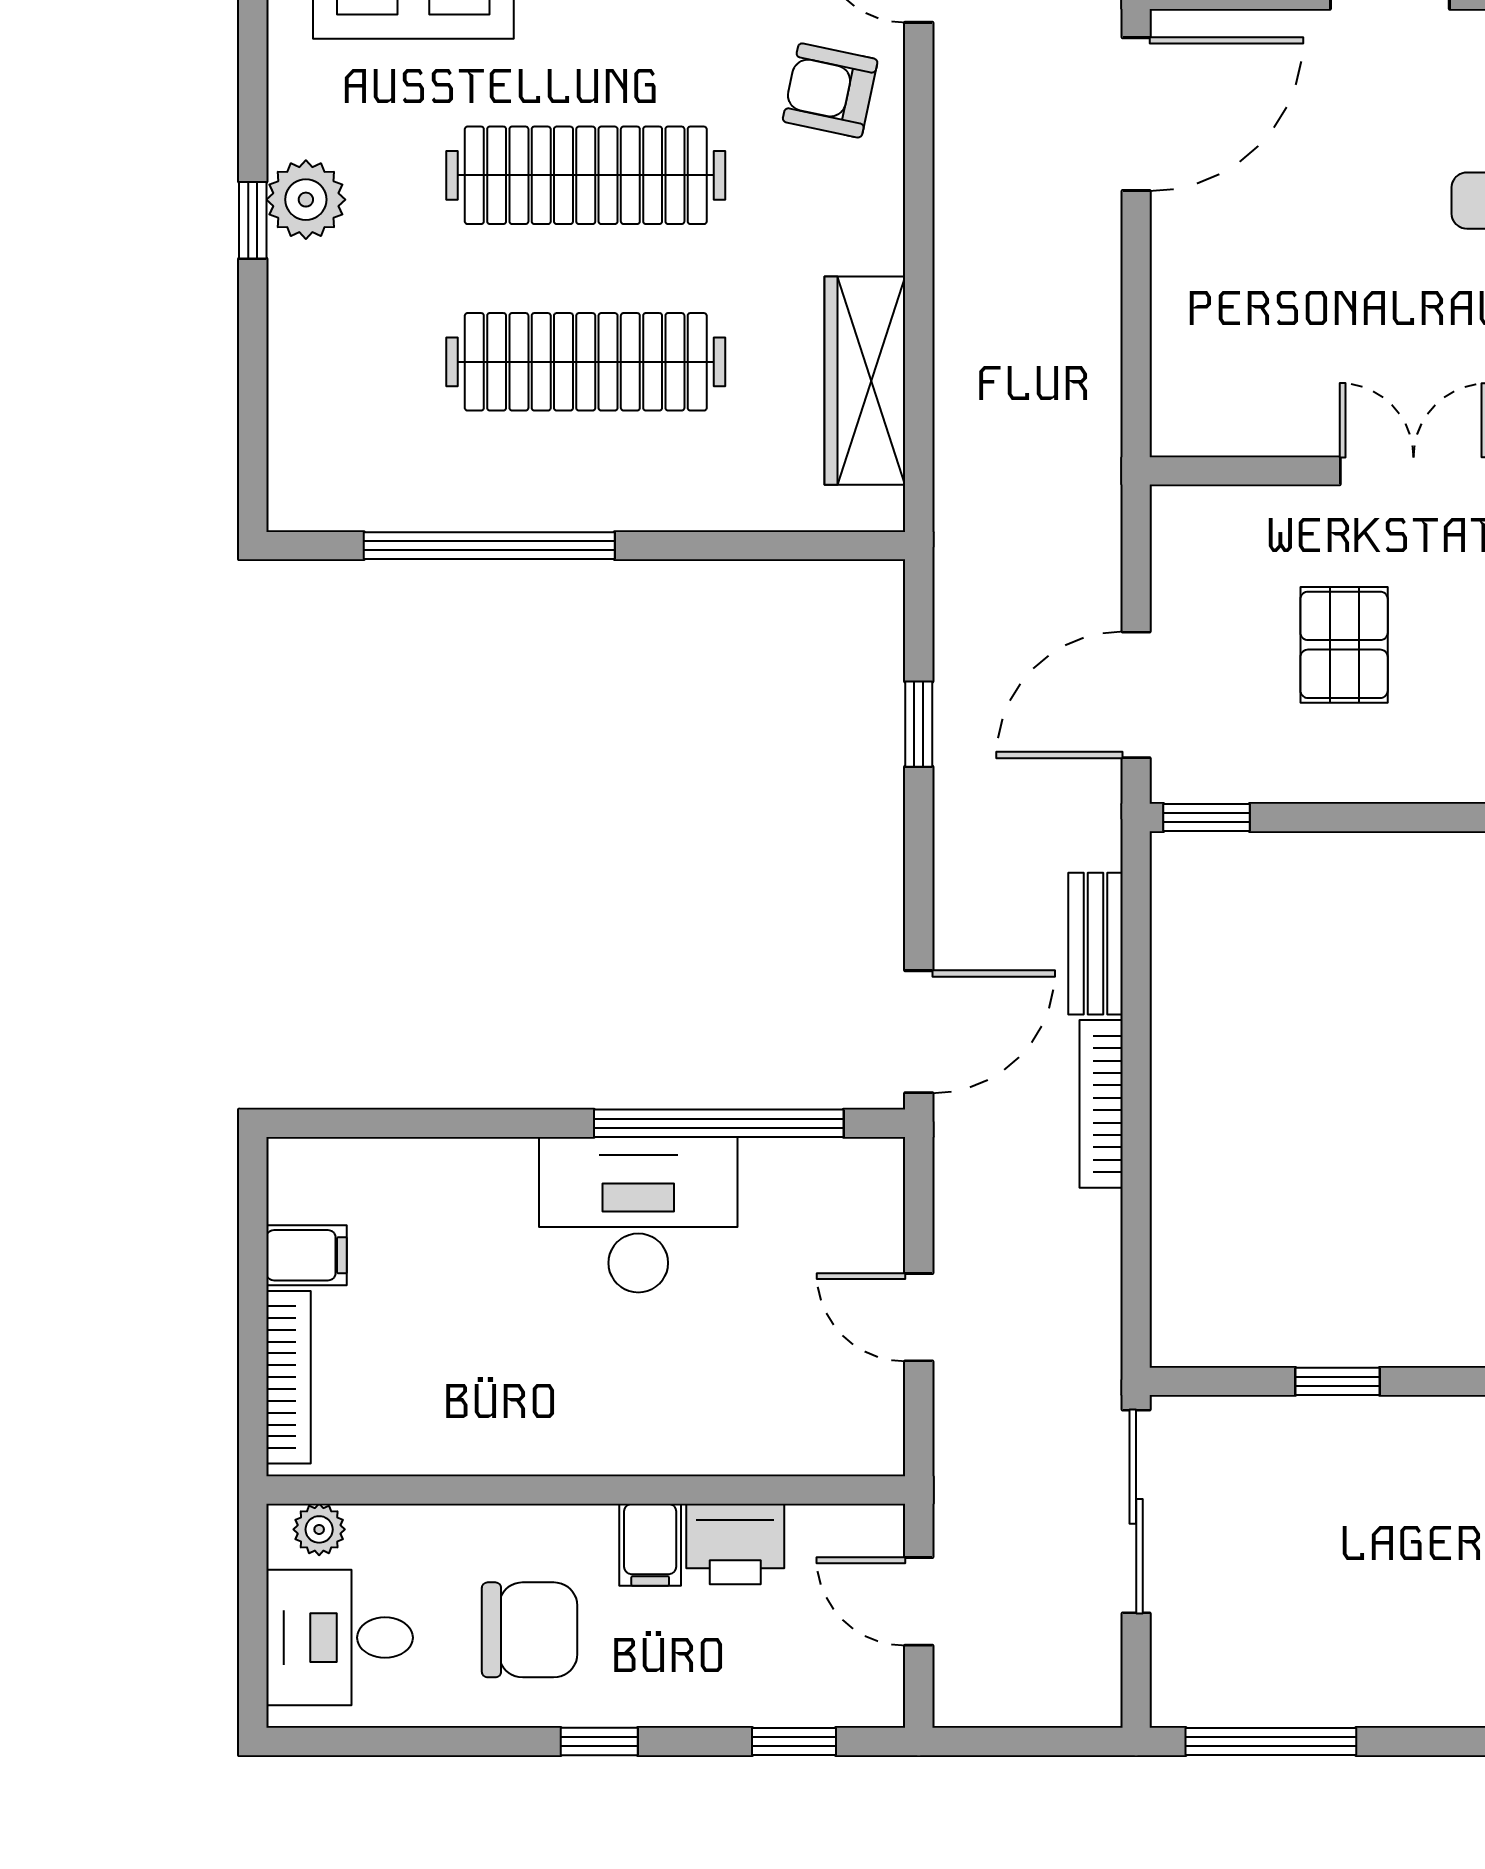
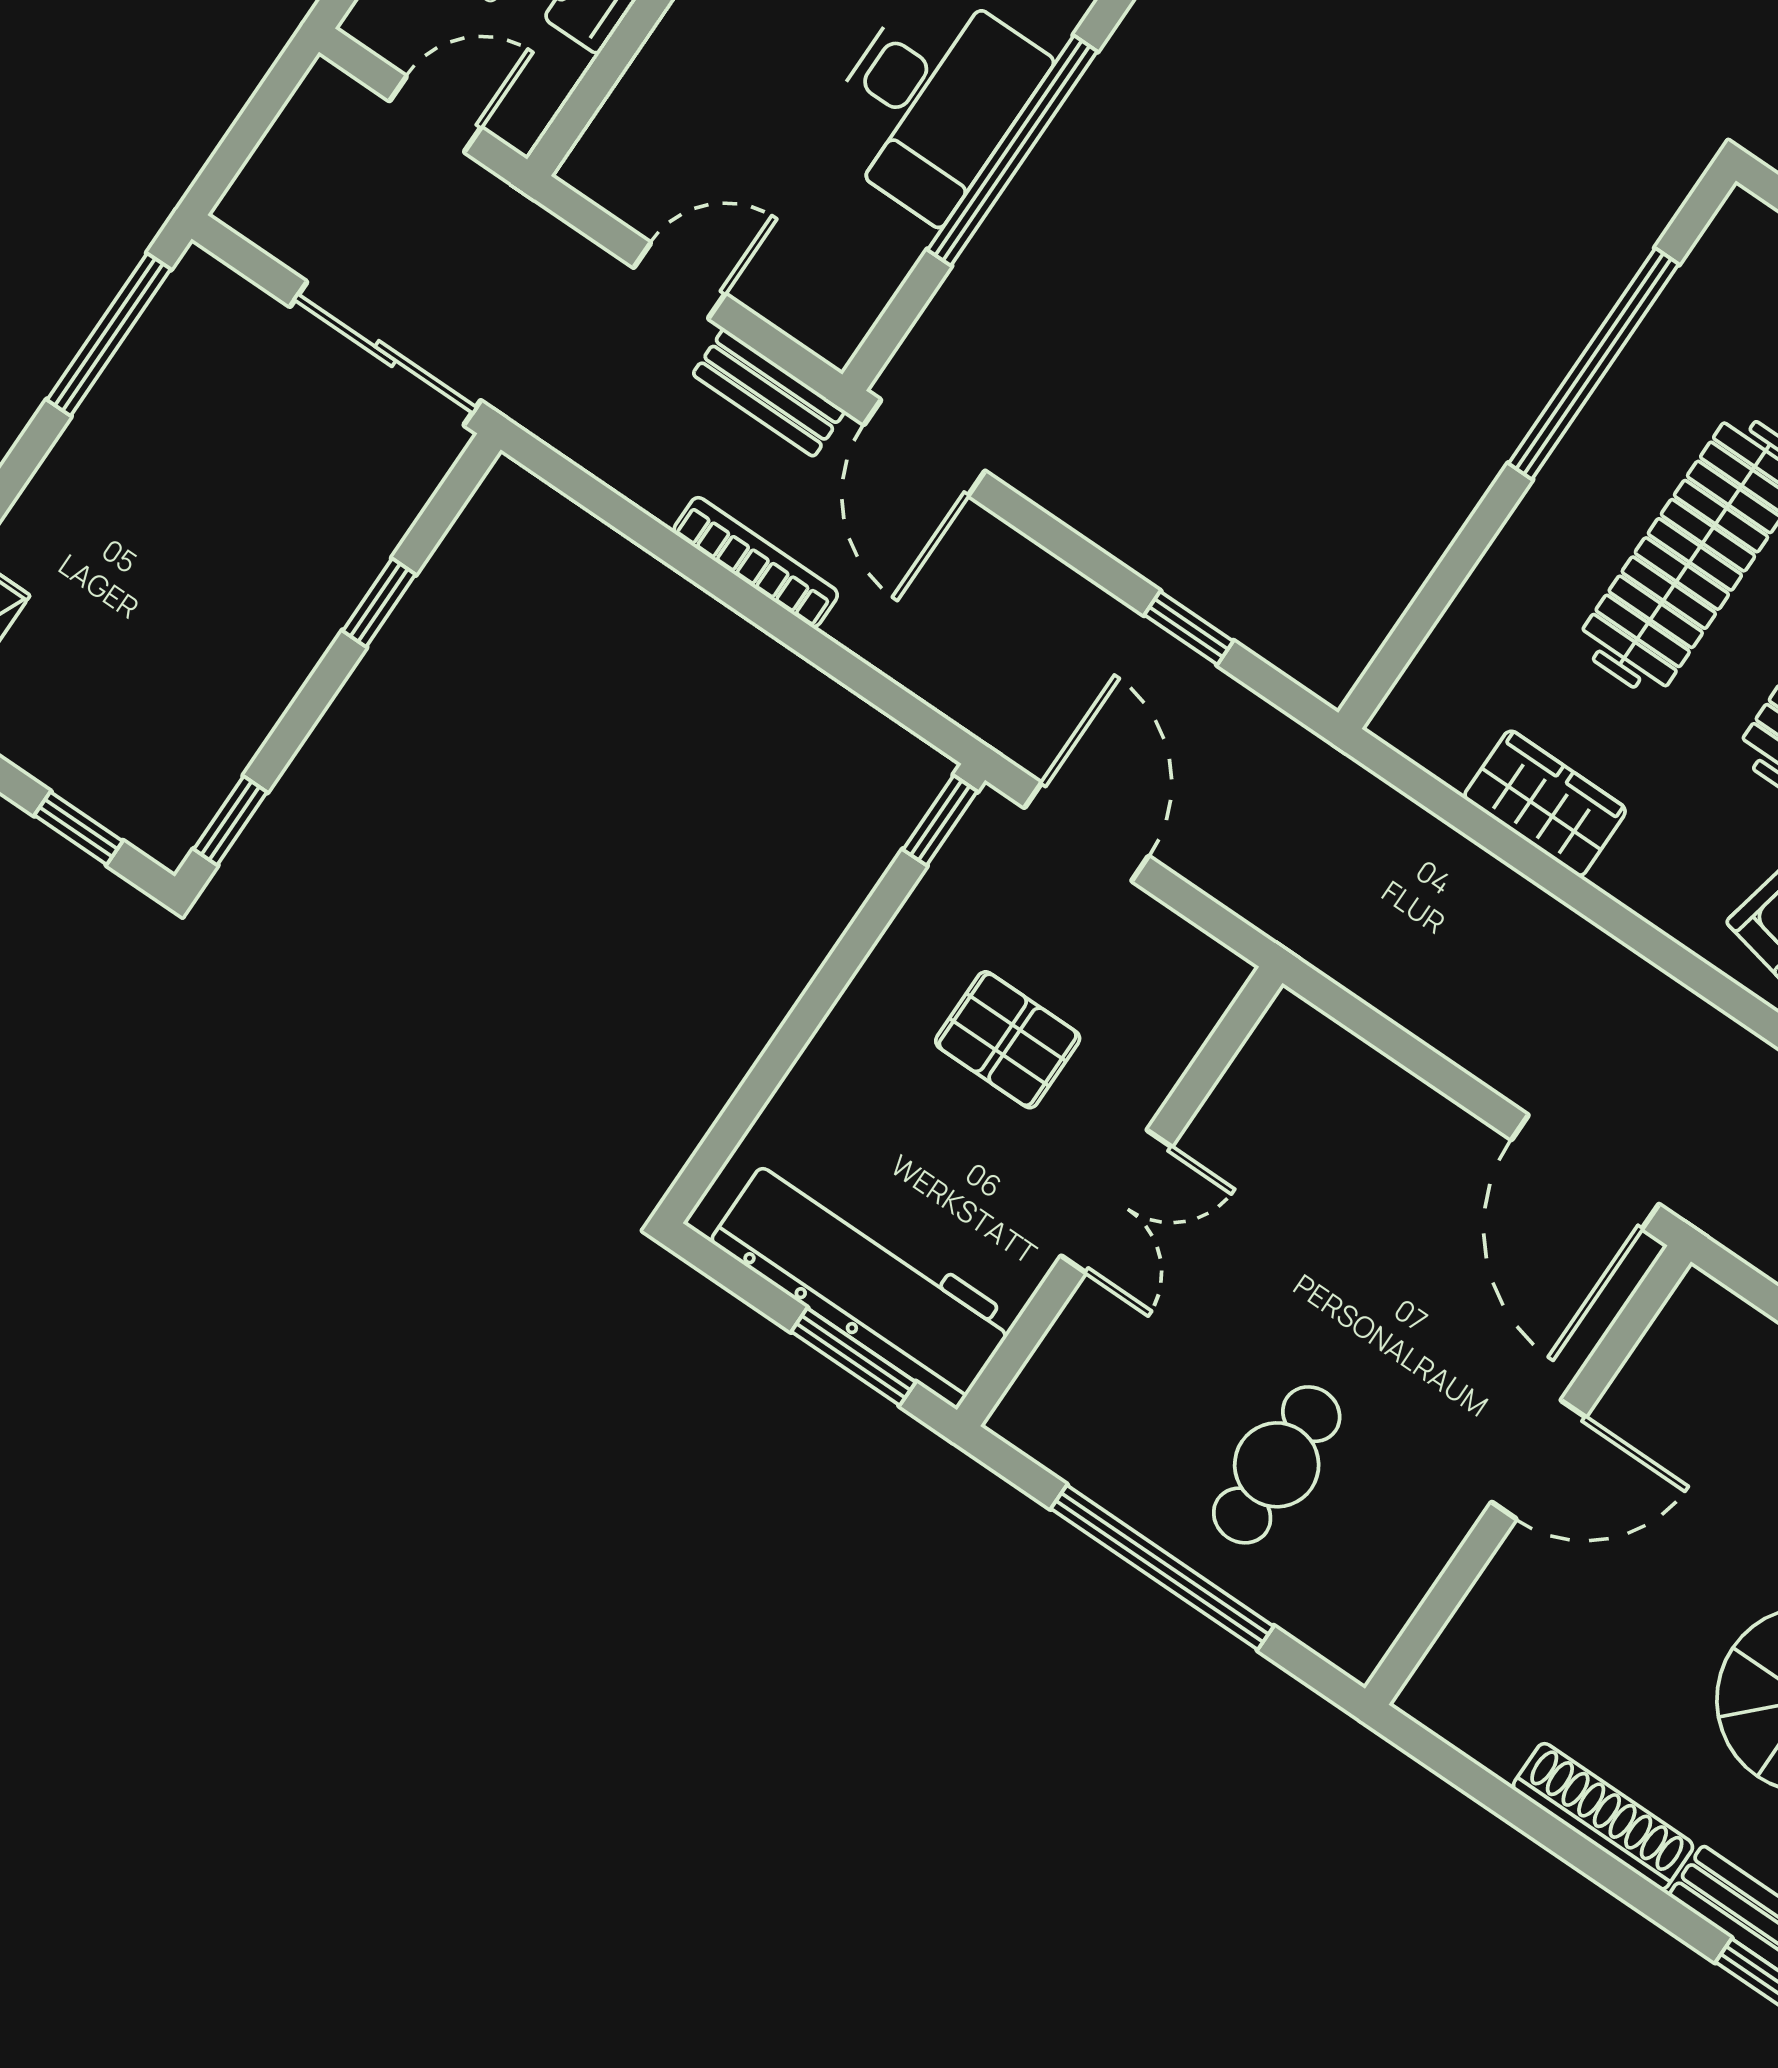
wardrobe: (865, 381) -> (1545, 803), width x0.67
bench: (1095, 944) -> (769, 393), moved
window: (719, 1123) -> (1012, 151), moved

